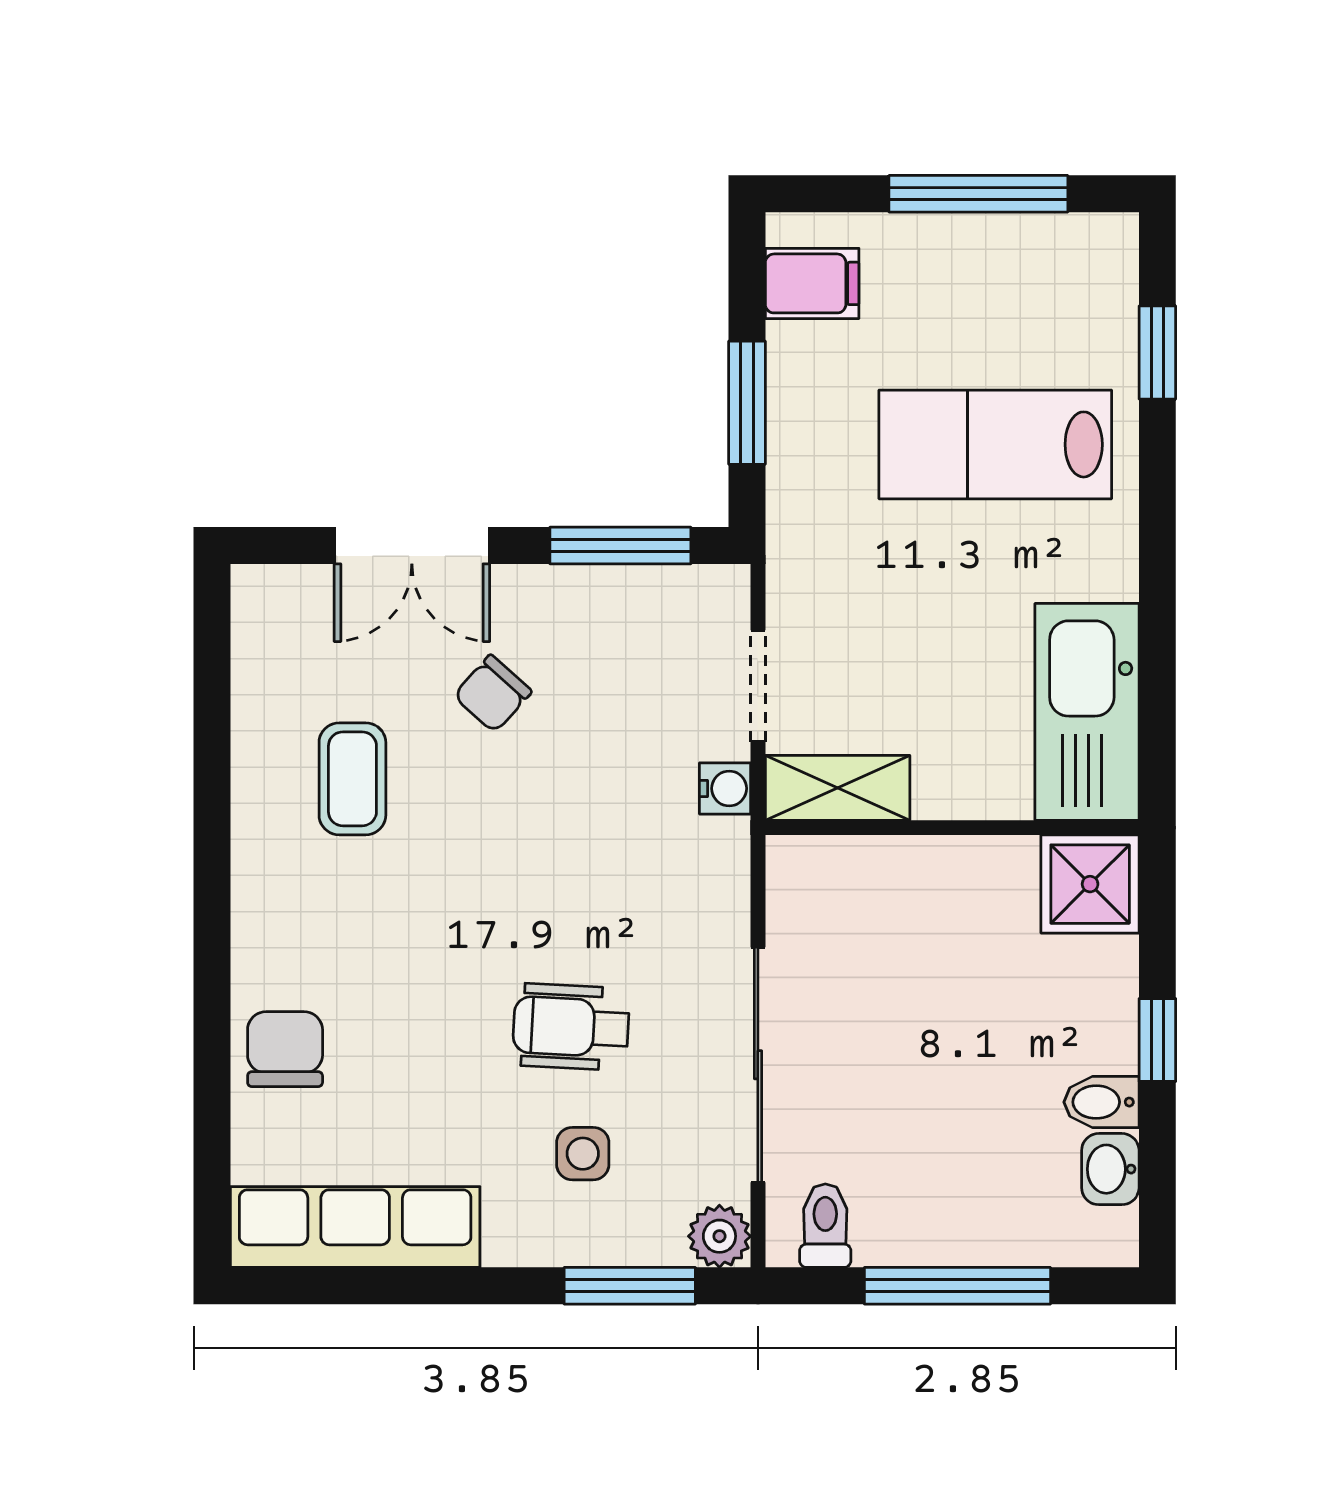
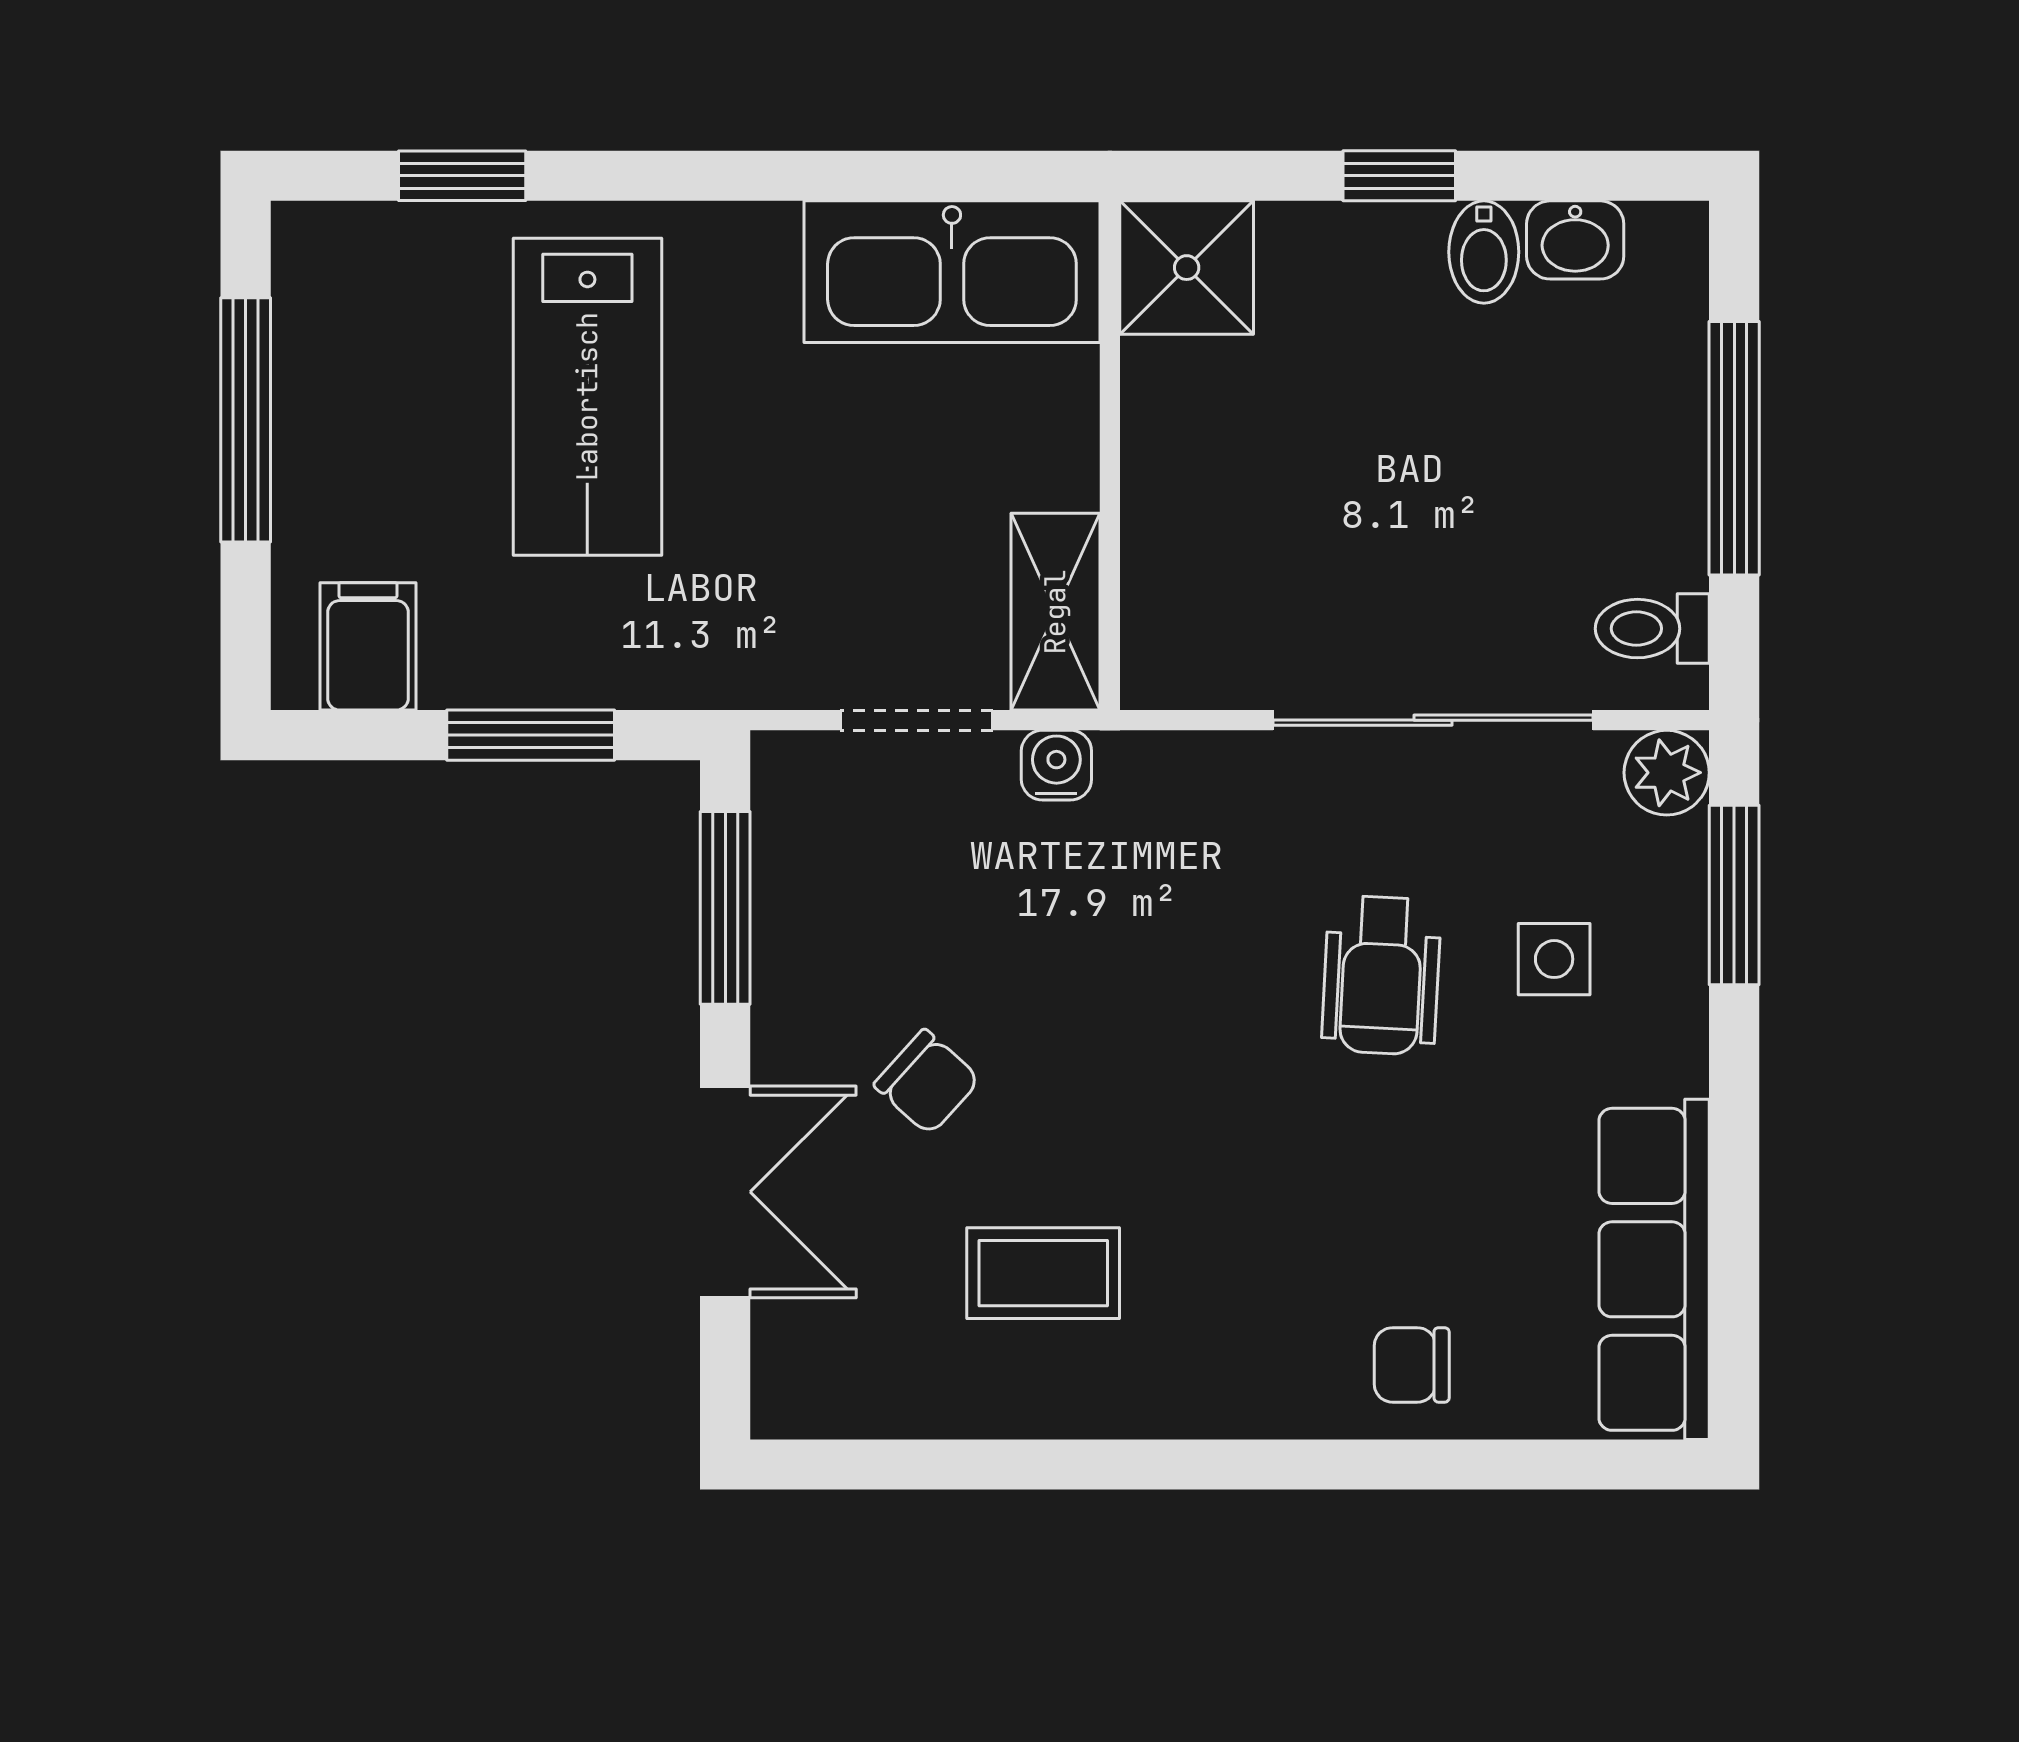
chair: (285, 1049) -> (1412, 1365), width x0.73, depth x0.73

